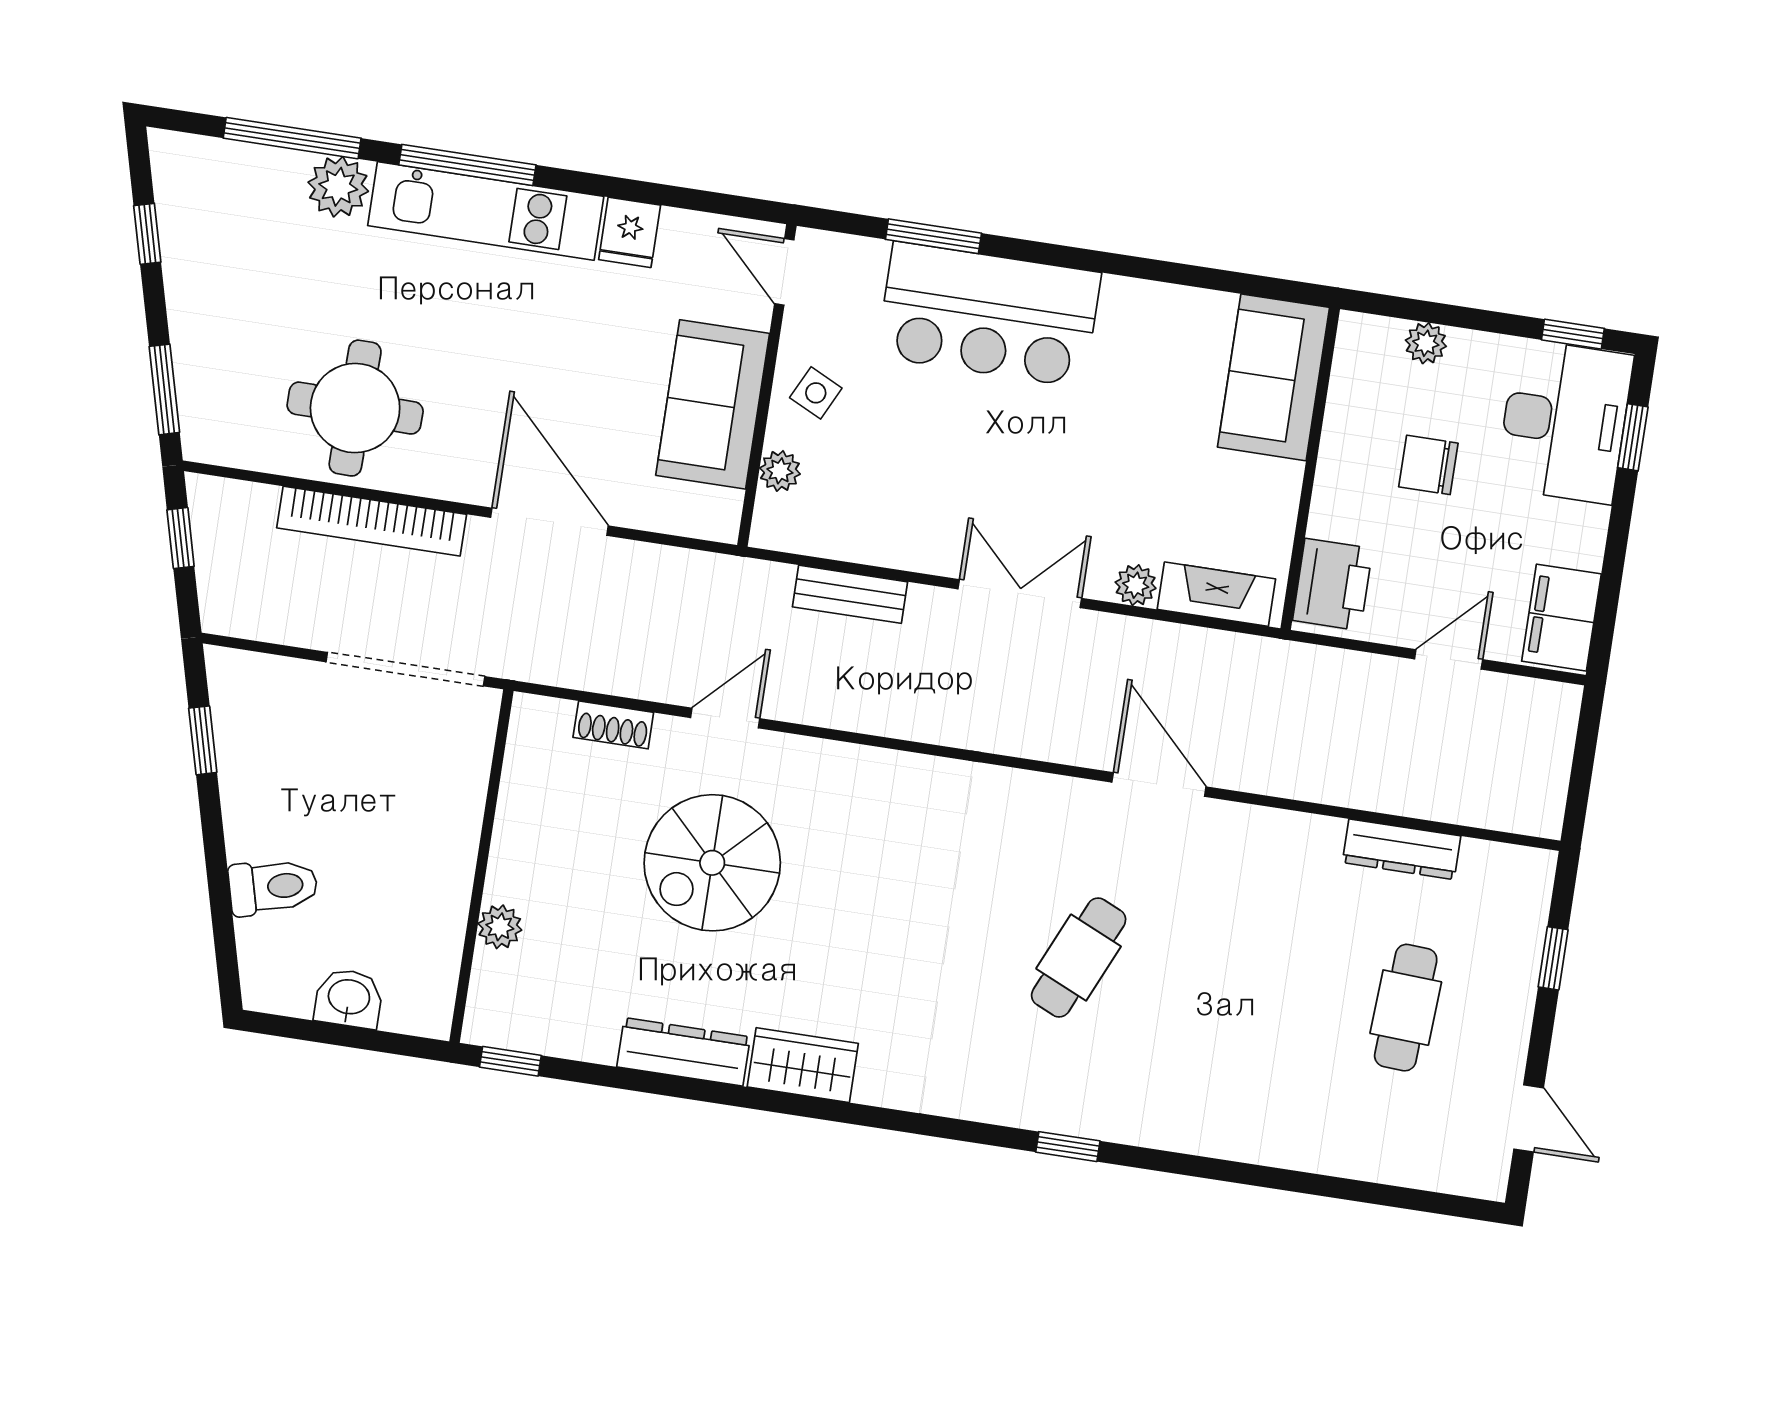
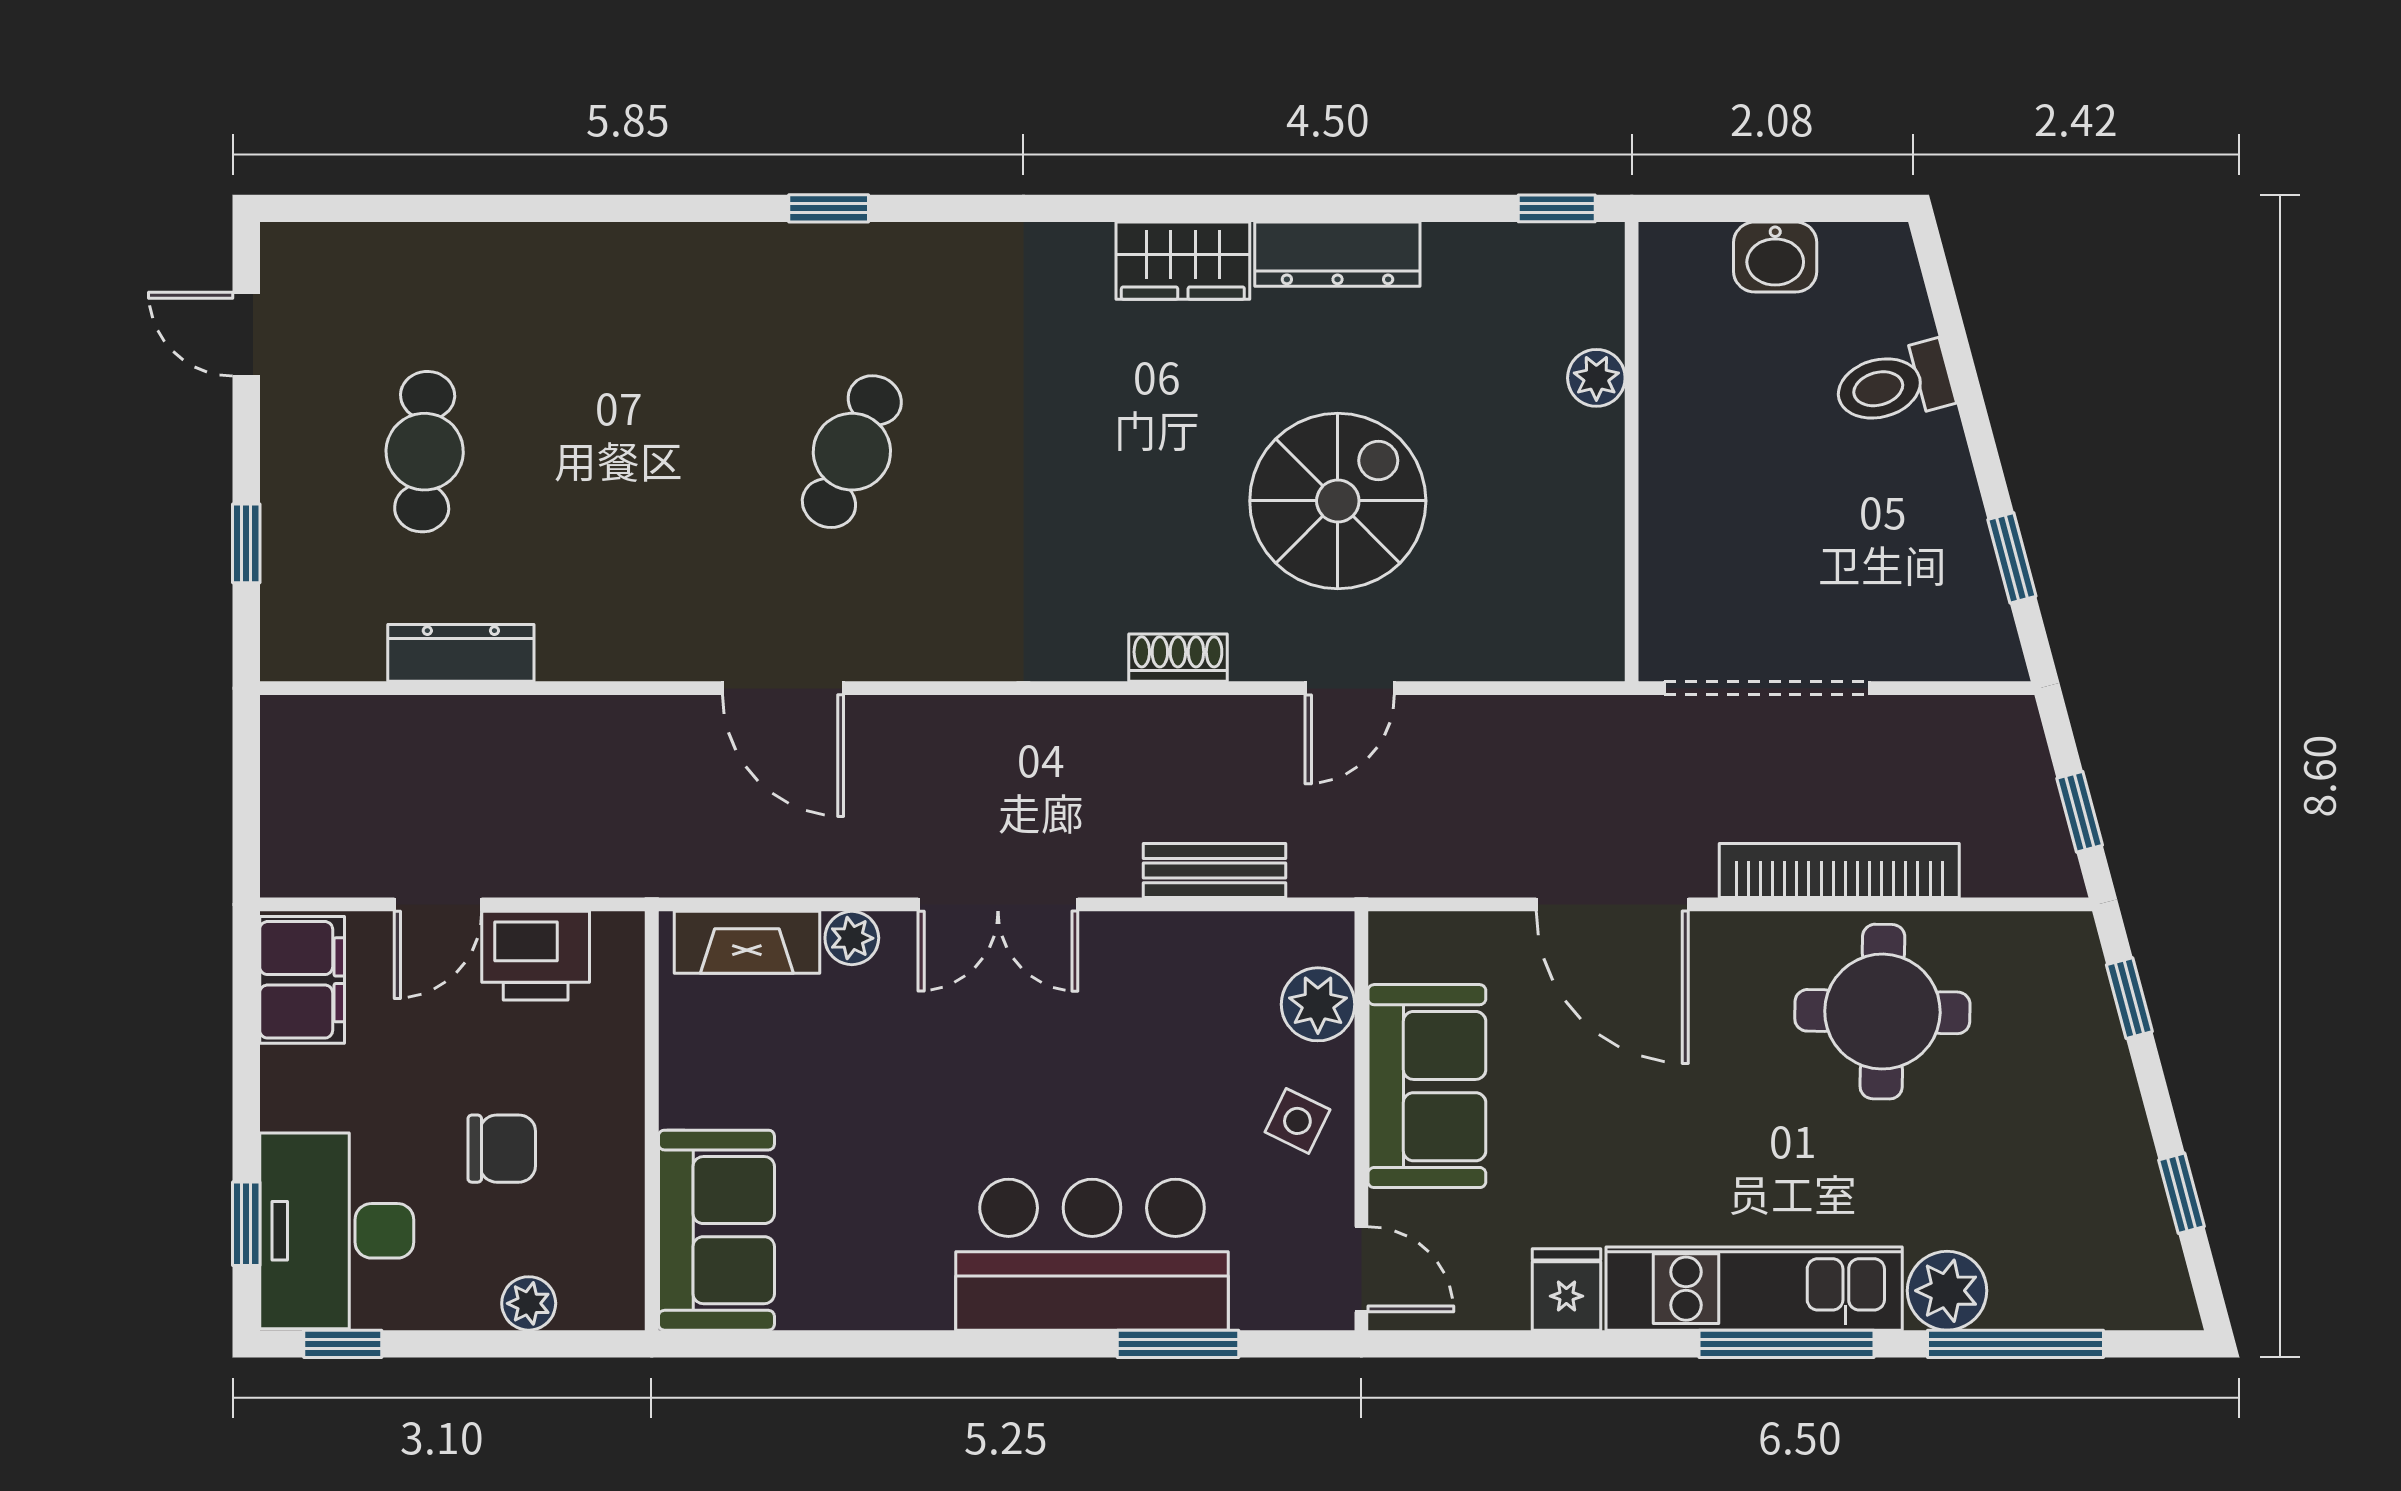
window: (164, 389) -> (2129, 998), width x0.67
plant: (780, 471) -> (1318, 1004), width x1.38, depth x1.38
printer: (1333, 584) -> (536, 956), moved, turned -90
shoe rack: (613, 725) -> (1178, 658), moved

